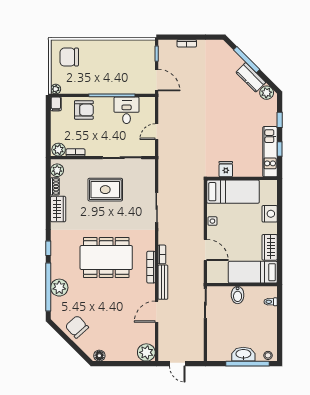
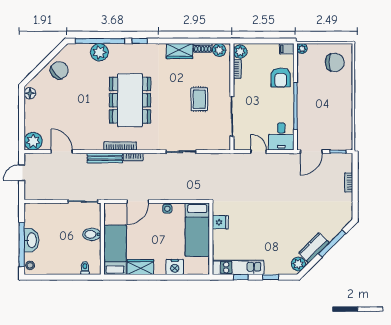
chair: (69, 57) -> (335, 62), turned 90
desk: (127, 110) -> (281, 136), moved, turned 90
rug: (105, 190) -> (199, 99), width x0.73, depth x0.70
door: (157, 312) -> (62, 152), moved

